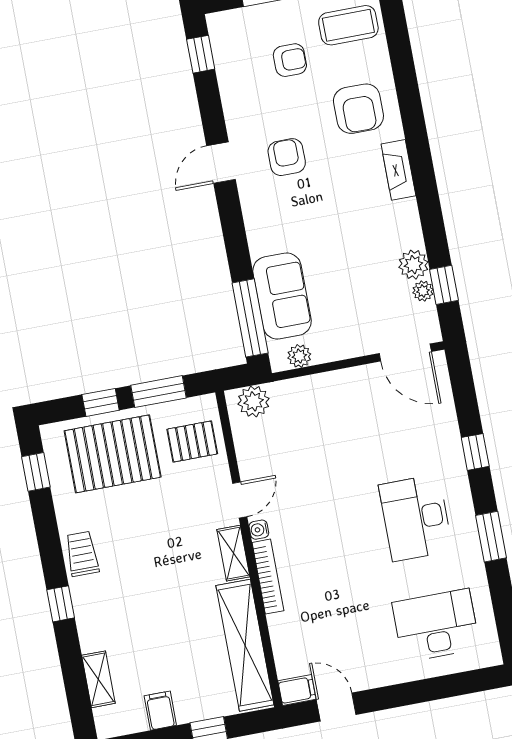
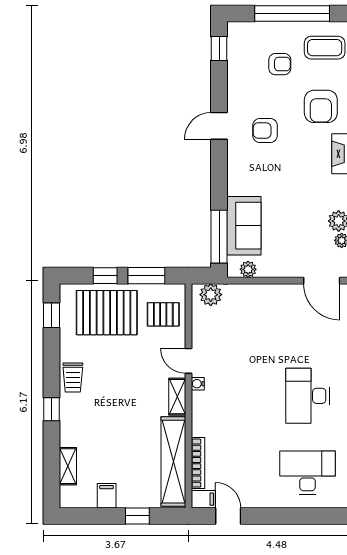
armchair: (287, 157) -> (265, 131), turned -90
door: (240, 500) -> (189, 361), swing flipped
trolley: (82, 554) -> (73, 378), turned 180
bookcase: (268, 577) -> (198, 463), moved

